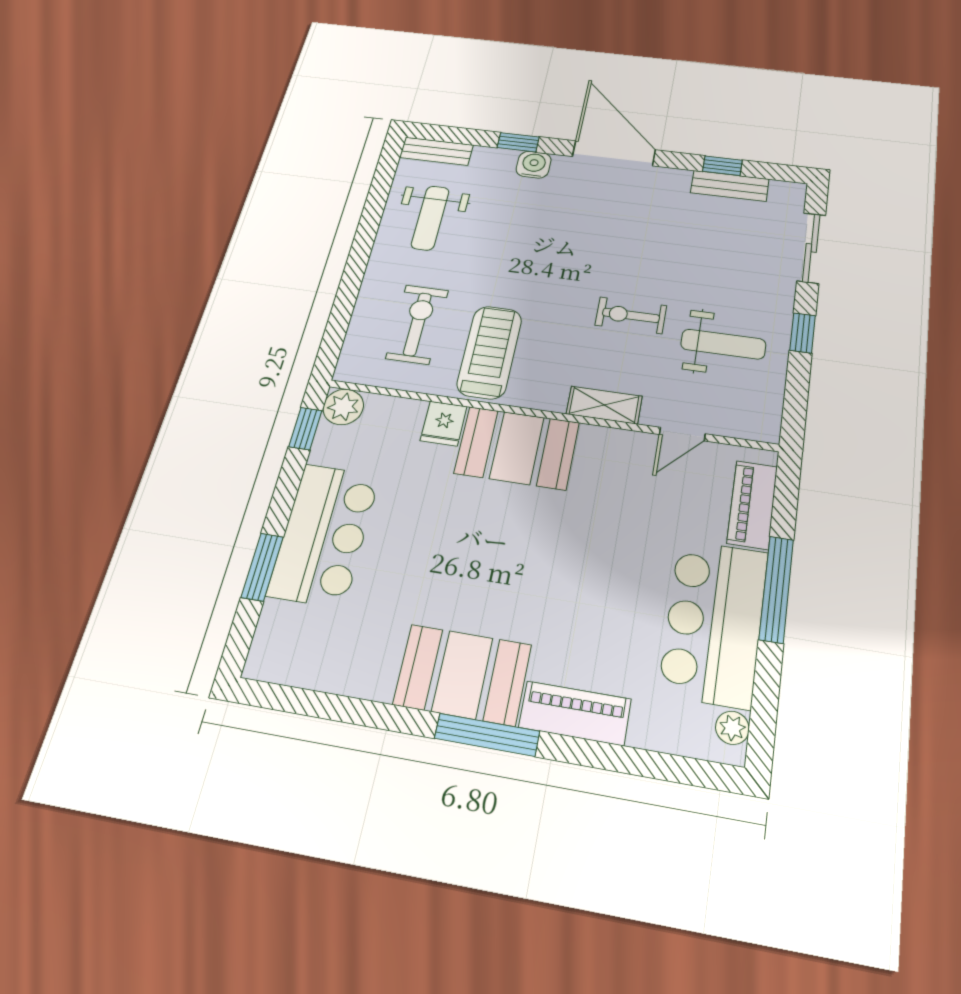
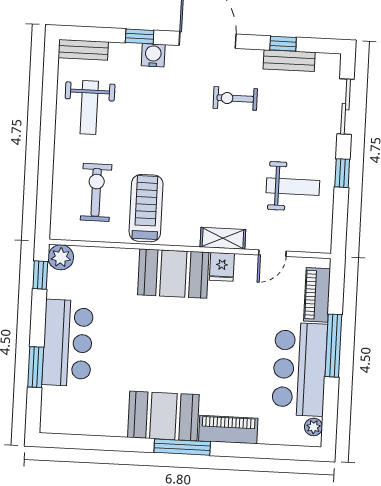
exercise bike: (631, 315) -> (235, 98), moved
fridge: (444, 424) -> (222, 267), moved

